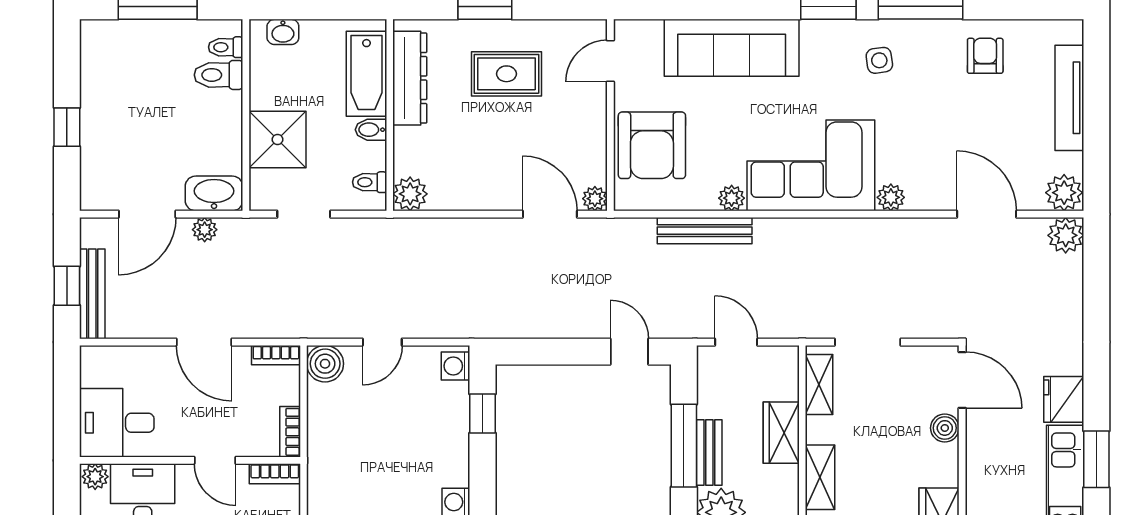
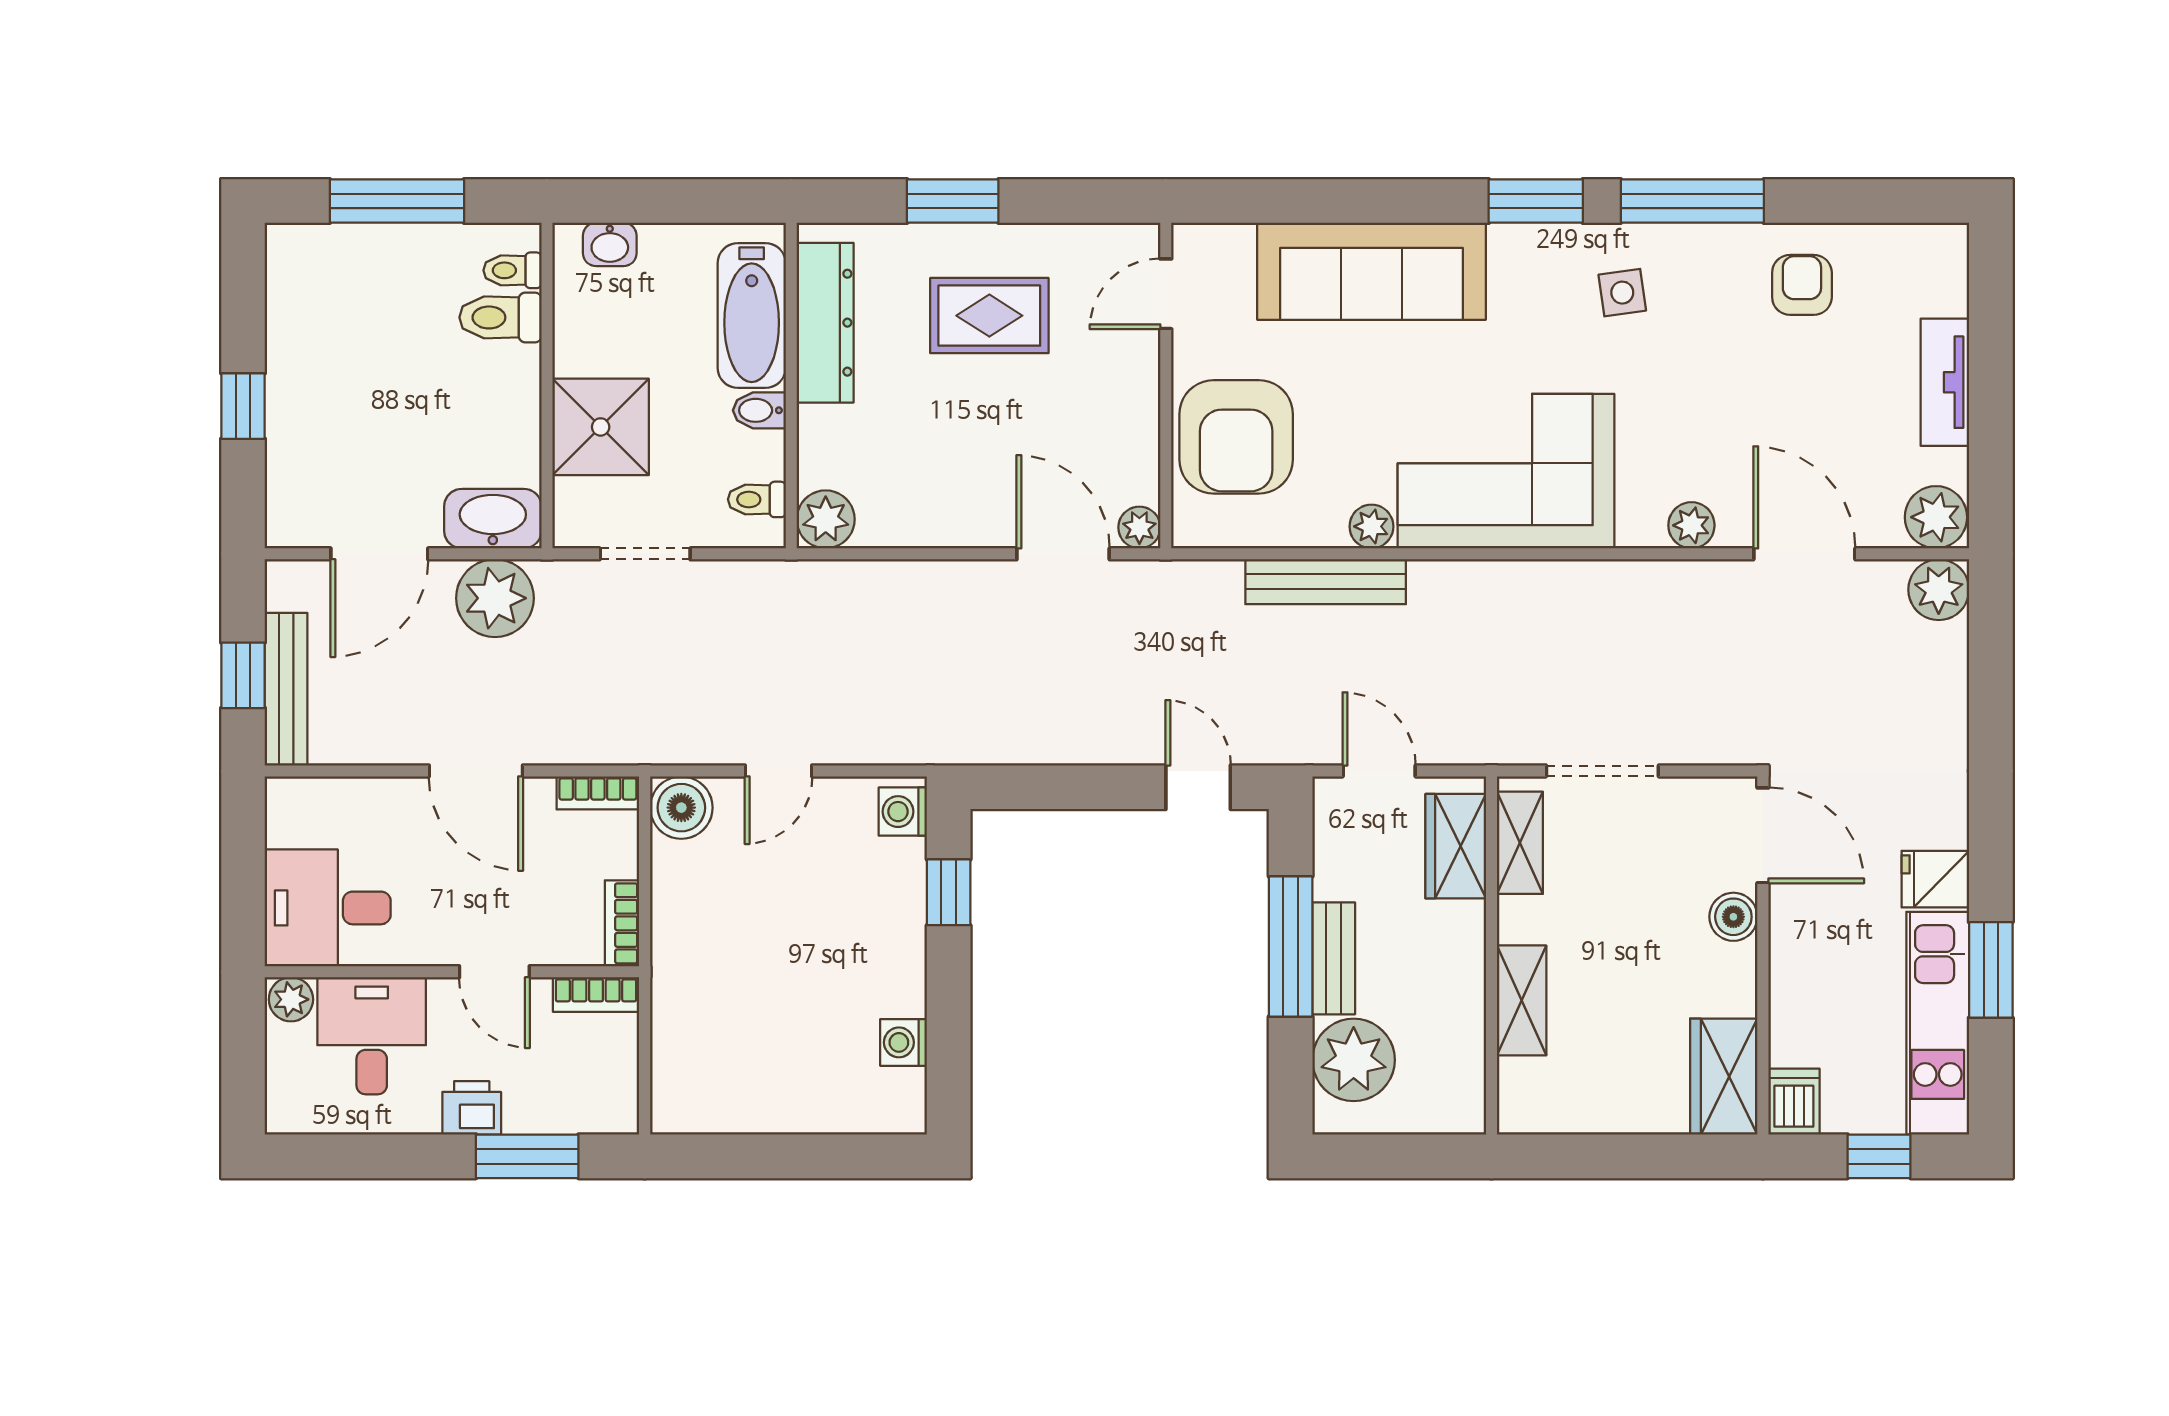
tv unit: (1069, 98) -> (1945, 382), width x0.71
plant: (891, 197) -> (1691, 525), moved
plant: (205, 230) -> (495, 598), width x1.88, depth x1.88
fridge: (1064, 399) -> (1935, 879), width x0.72
wardrobe: (781, 433) -> (1456, 846), moved

